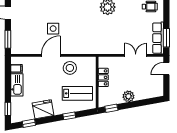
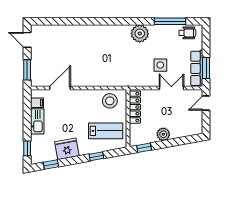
side table: (53, 29) -> (160, 65), moved
door: (51, 55) -> (60, 88), moved
stool: (70, 68) -> (110, 101), moved
locker: (103, 77) -> (135, 107), width x1.53

